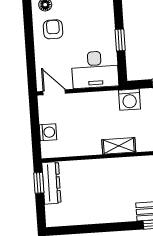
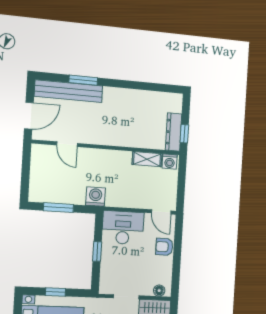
armchair: (53, 29) -> (164, 247), moved, turned 90
washing machine: (48, 132) -> (170, 161), moved, turned -90
shelving: (119, 146) -> (147, 159), moved

